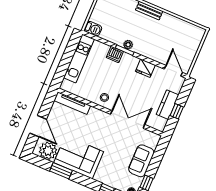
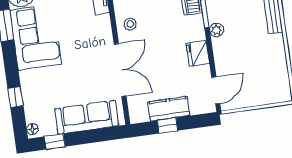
plant: (128, 45) -> (217, 30), moved
sofa: (141, 161) -> (87, 117), width x1.36

